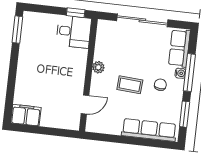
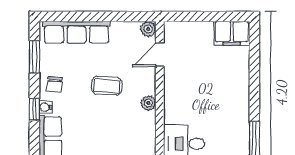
window: (189, 73) -> (34, 109), width x0.46
chair: (160, 85) -> (54, 85), moved
plant: (92, 126) -> (148, 29), added

